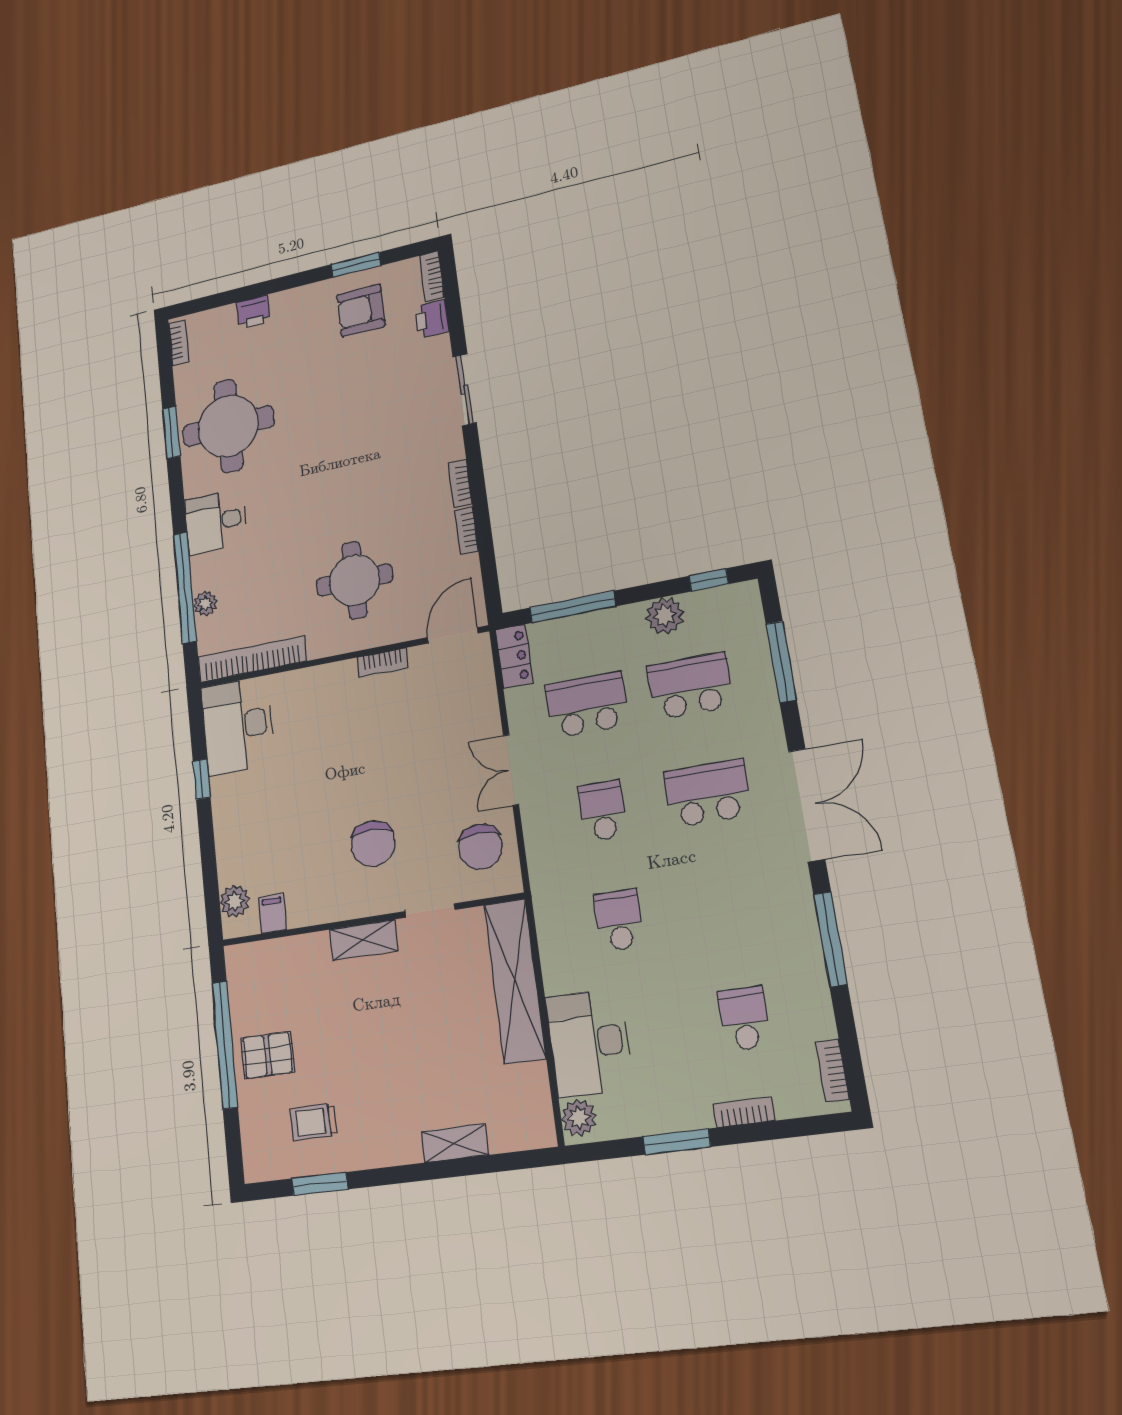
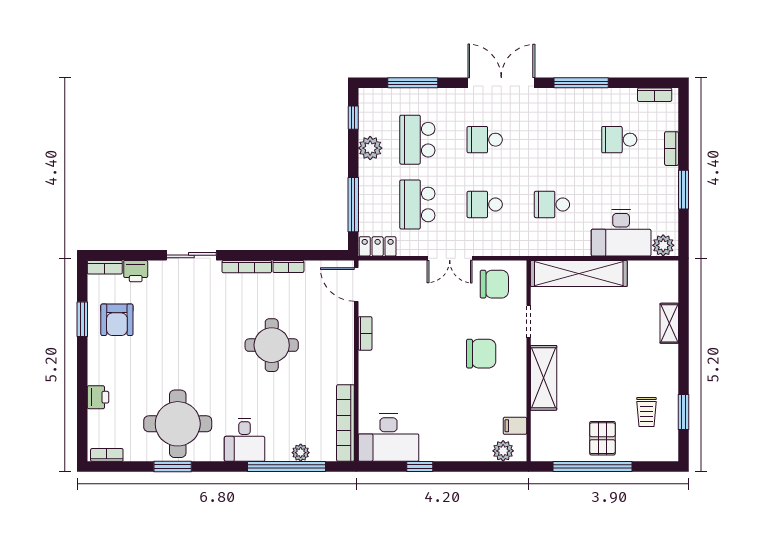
bookcase: (460, 484) -> (247, 267), width x1.56
round table: (354, 580) -> (272, 345), moved
school desk: (707, 793) -> (485, 140), width x0.54
shelving: (363, 940) -> (544, 378), width x1.50, depth x1.33

